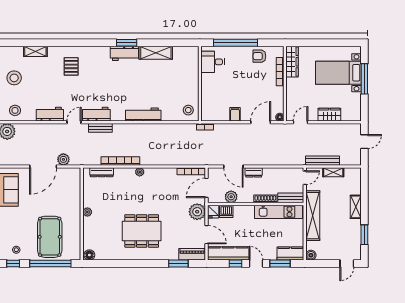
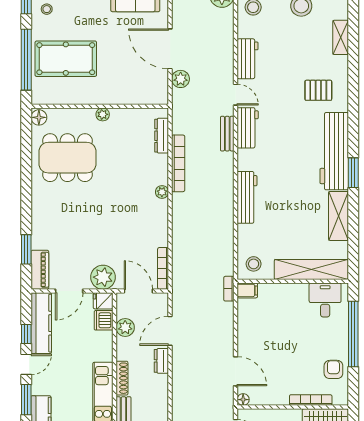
workbench: (124, 53) -> (334, 151), width x1.88, depth x1.32
shelving: (192, 71) -> (311, 269), added
filing cabinet: (235, 114) -> (247, 290), moved
dining table: (142, 231) -> (67, 158), moved, turned 90

